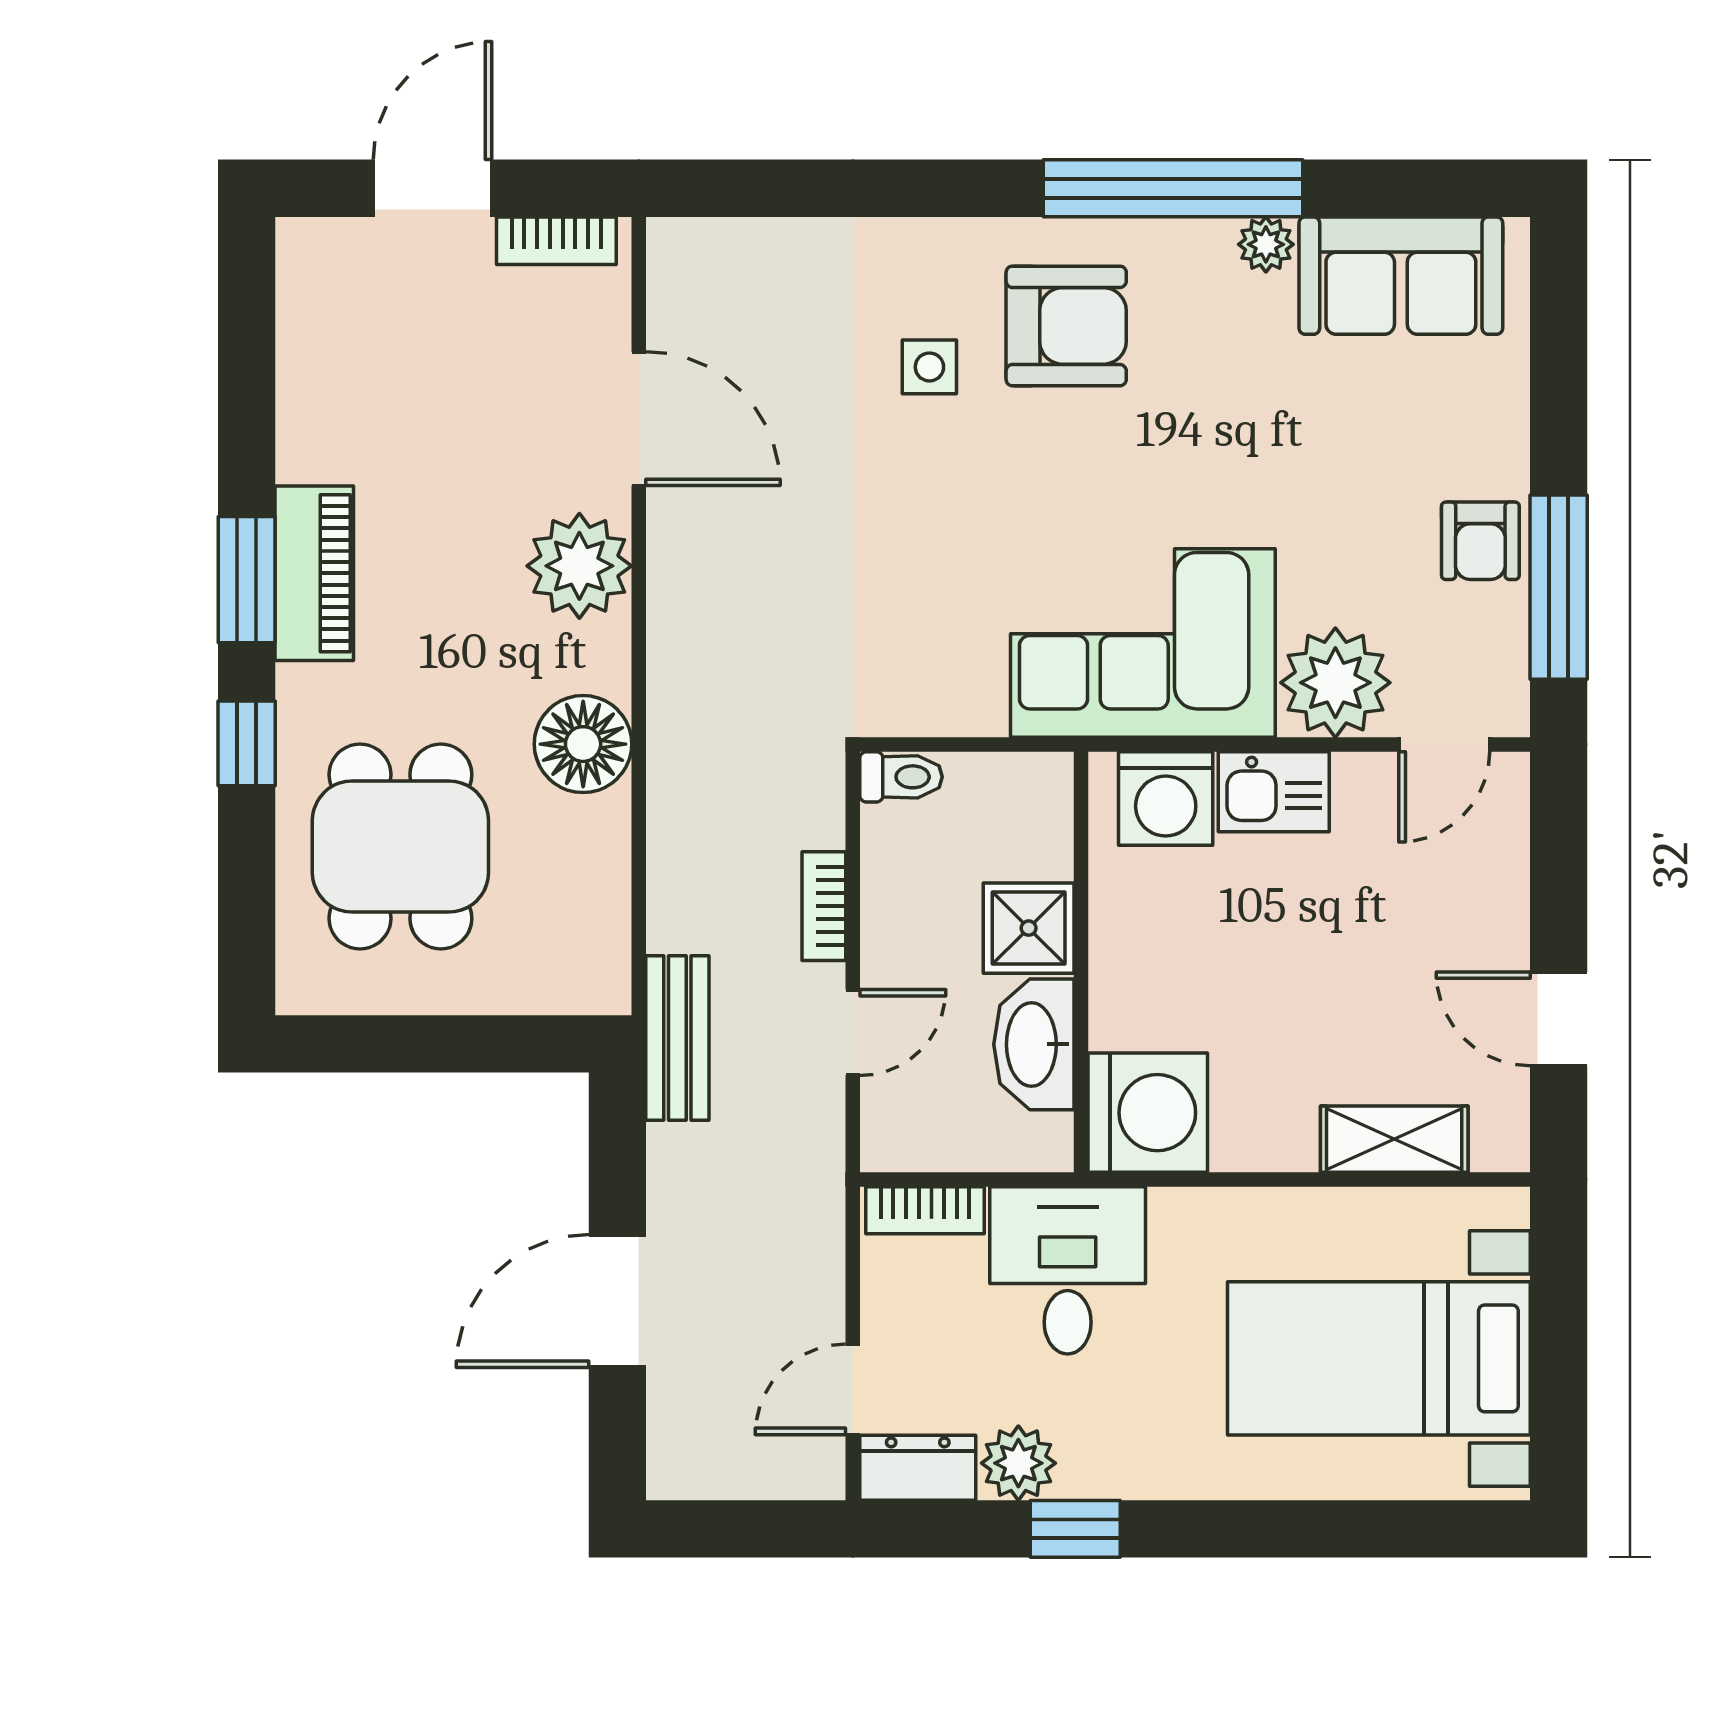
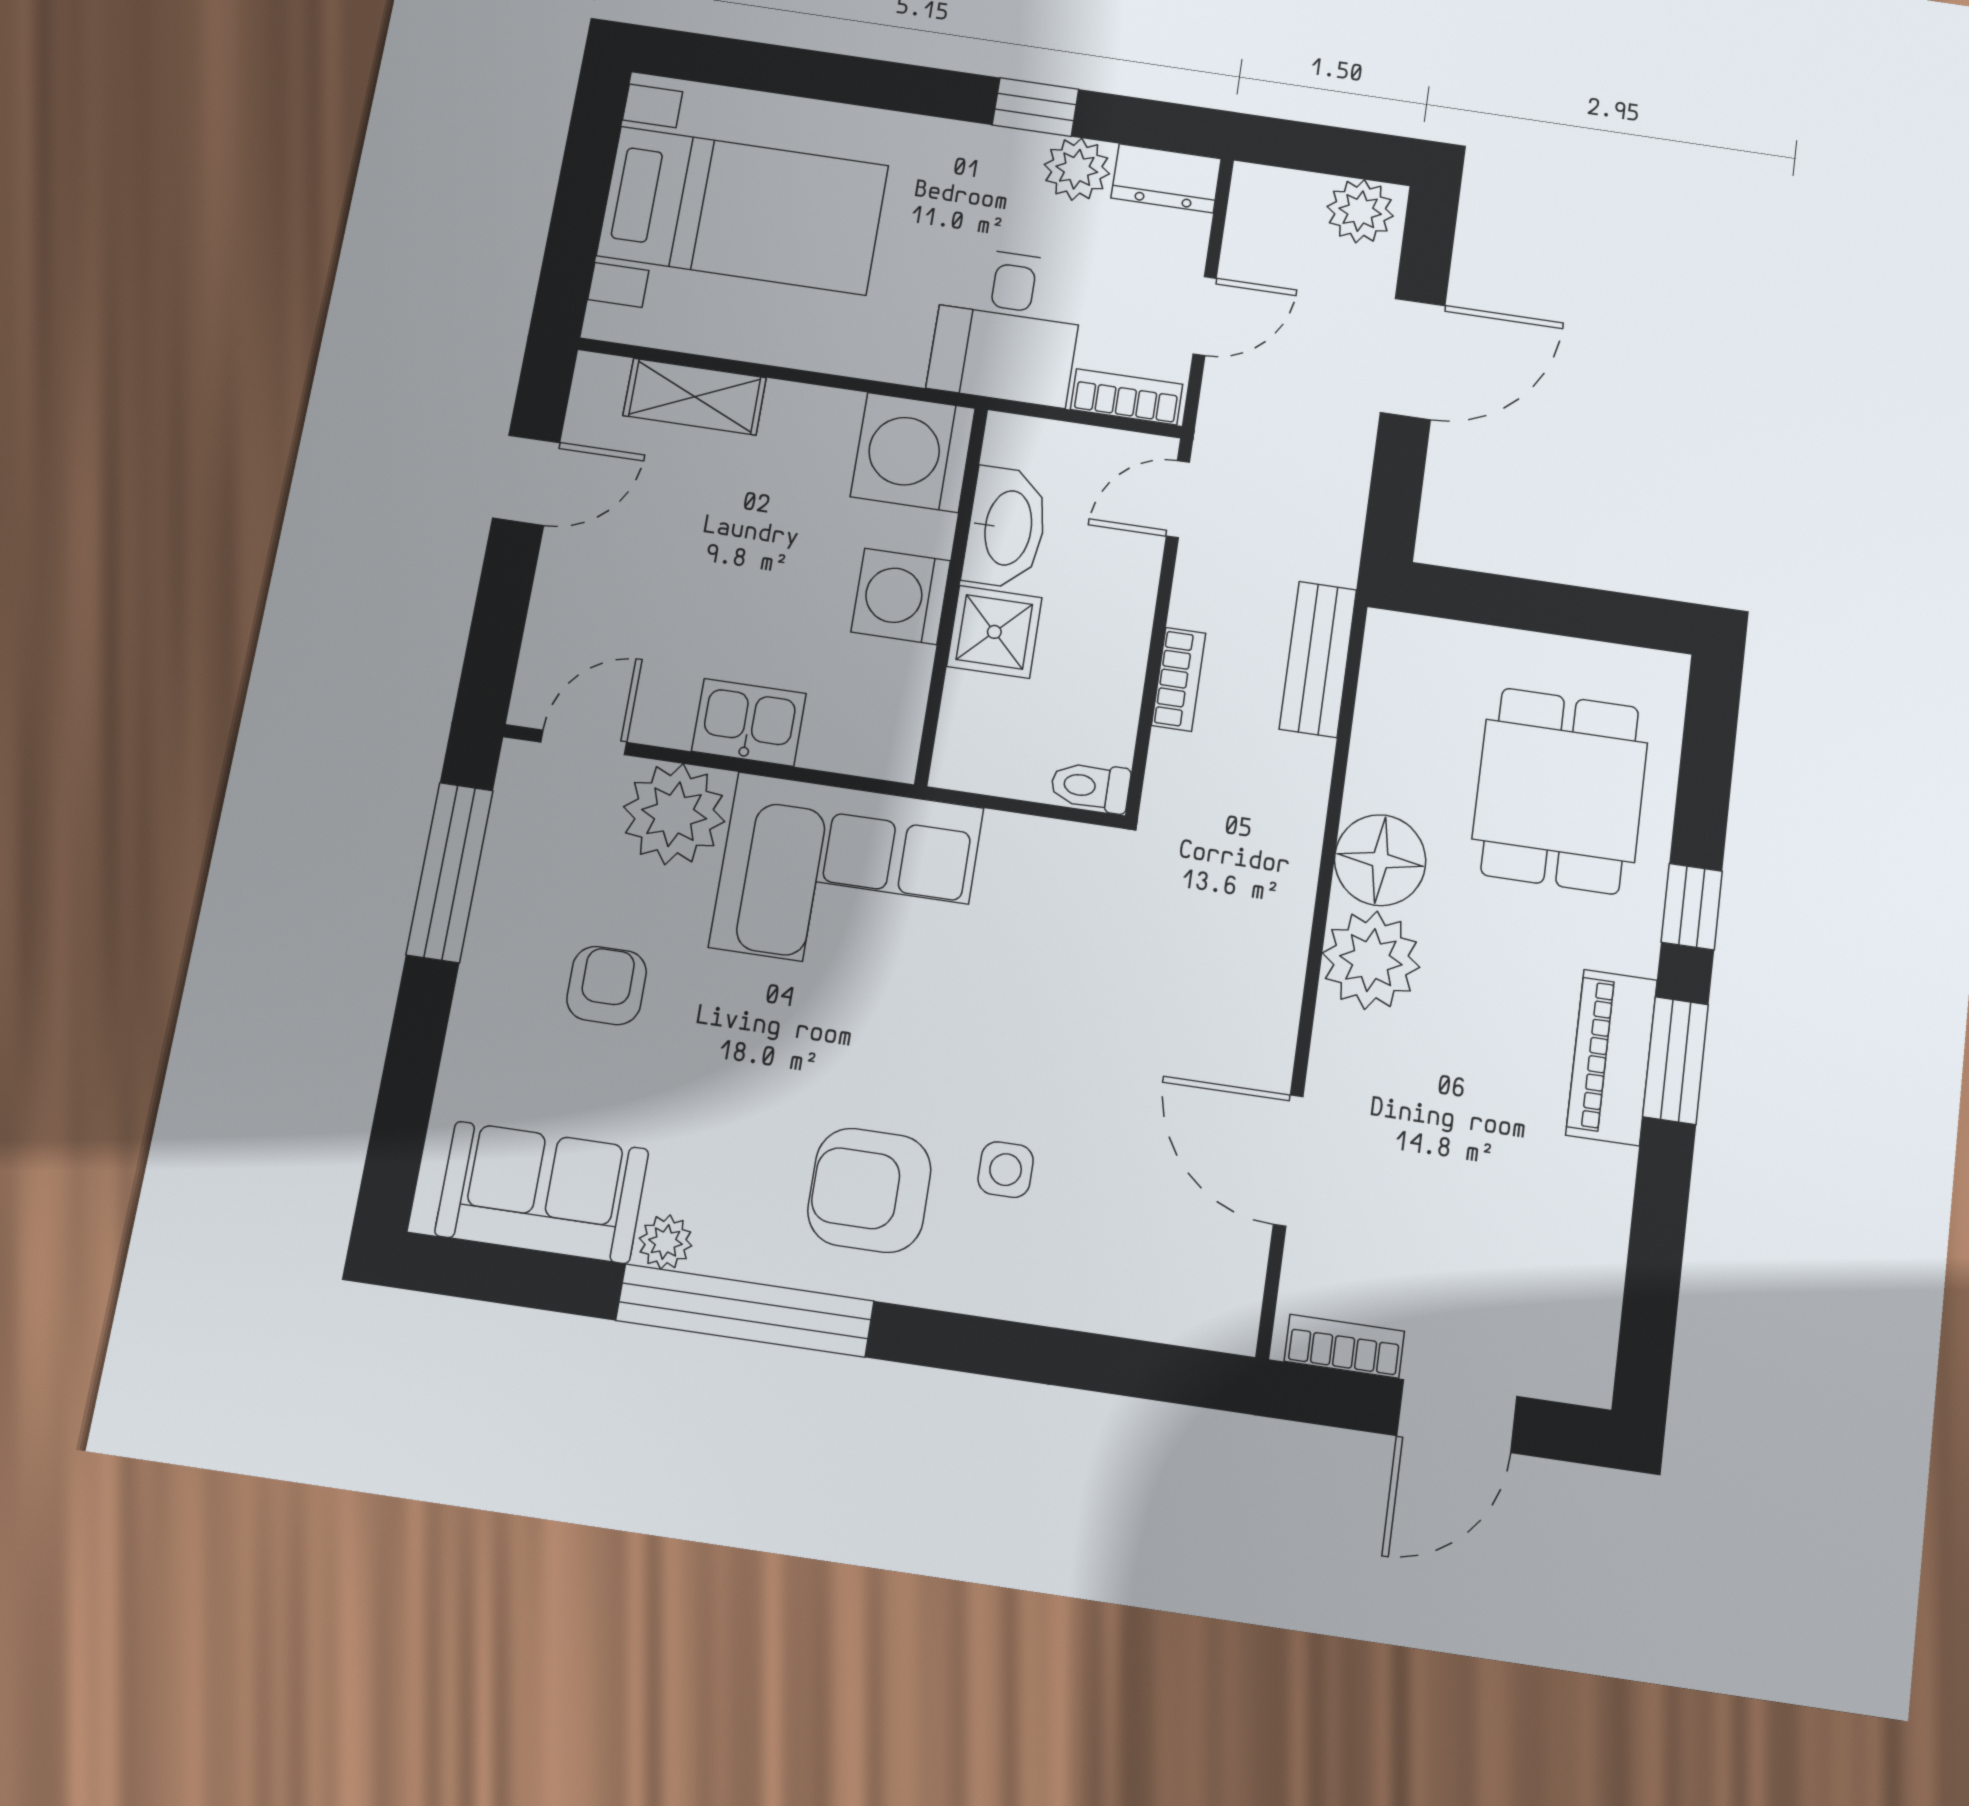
armchair: (1480, 541) -> (607, 985), moved
plant: (579, 566) -> (1371, 960), moved
washing machine: (1166, 799) -> (901, 596), moved, turned -90
door: (1559, 1019) -> (526, 480), hinge flipped
door: (853, 1033) -> (1178, 499), moved
bench: (677, 1038) -> (1318, 659), moved
door: (853, 1389) -> (1205, 316), moved
plant: (697, 1463) -> (1360, 211), added

